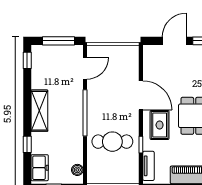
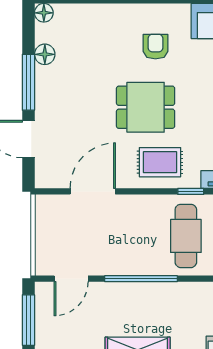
door: (85, 68) -> (71, 279), swing flipped
door: (141, 95) -> (93, 191), moved

